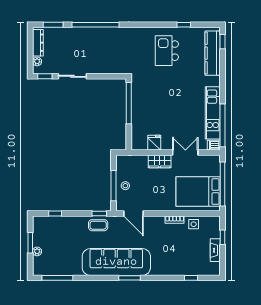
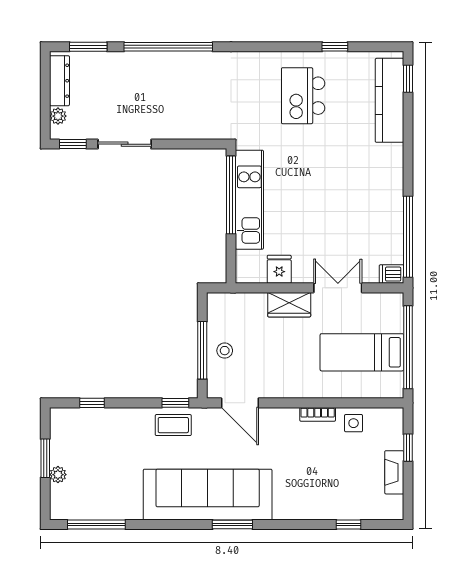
kitchen unit: (213, 113) -> (249, 200), moved, turned 180
bed: (198, 192) -> (362, 352), width x0.67

